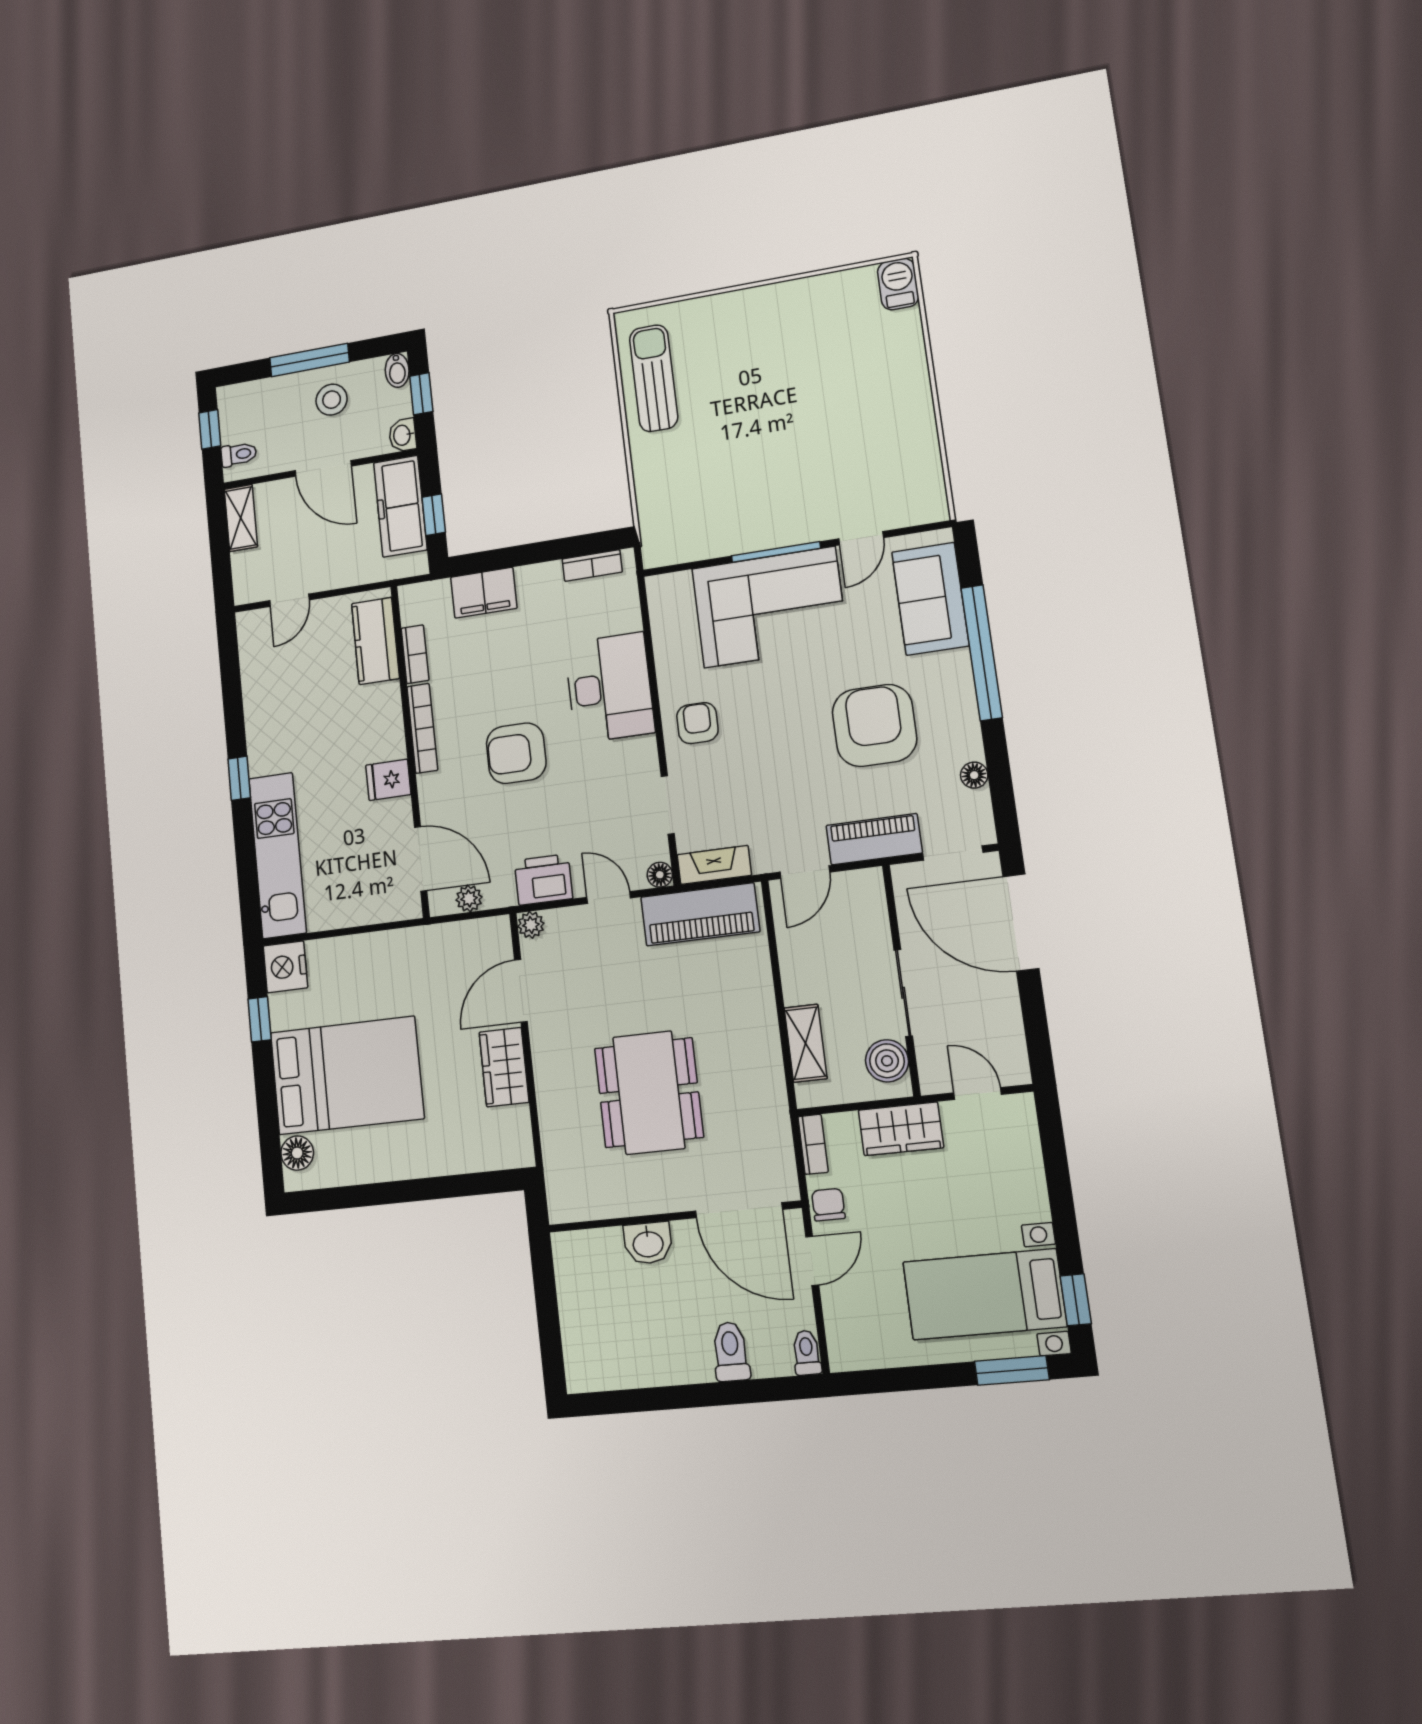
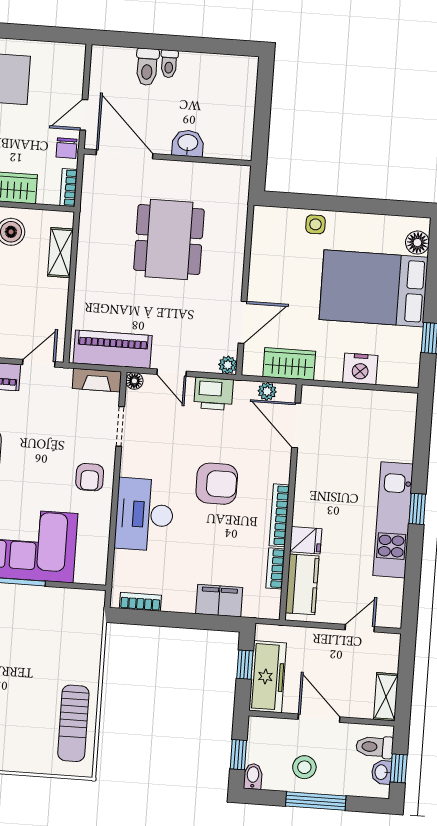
washbasin: (403, 435) -> (382, 772), moved, turned 180
toilet: (239, 454) -> (375, 747), width x1.37, depth x1.39
fridge: (388, 780) -> (306, 540), moved
kitchen unit: (277, 855) -> (393, 520), moved
nightstand: (285, 967) -> (360, 369), moved, turned 90
wardrobe: (504, 1067) -> (289, 364), moved, turned -90
side table: (443, 1154) -> (315, 224), added
toilet: (807, 1353) -> (169, 64), moved

